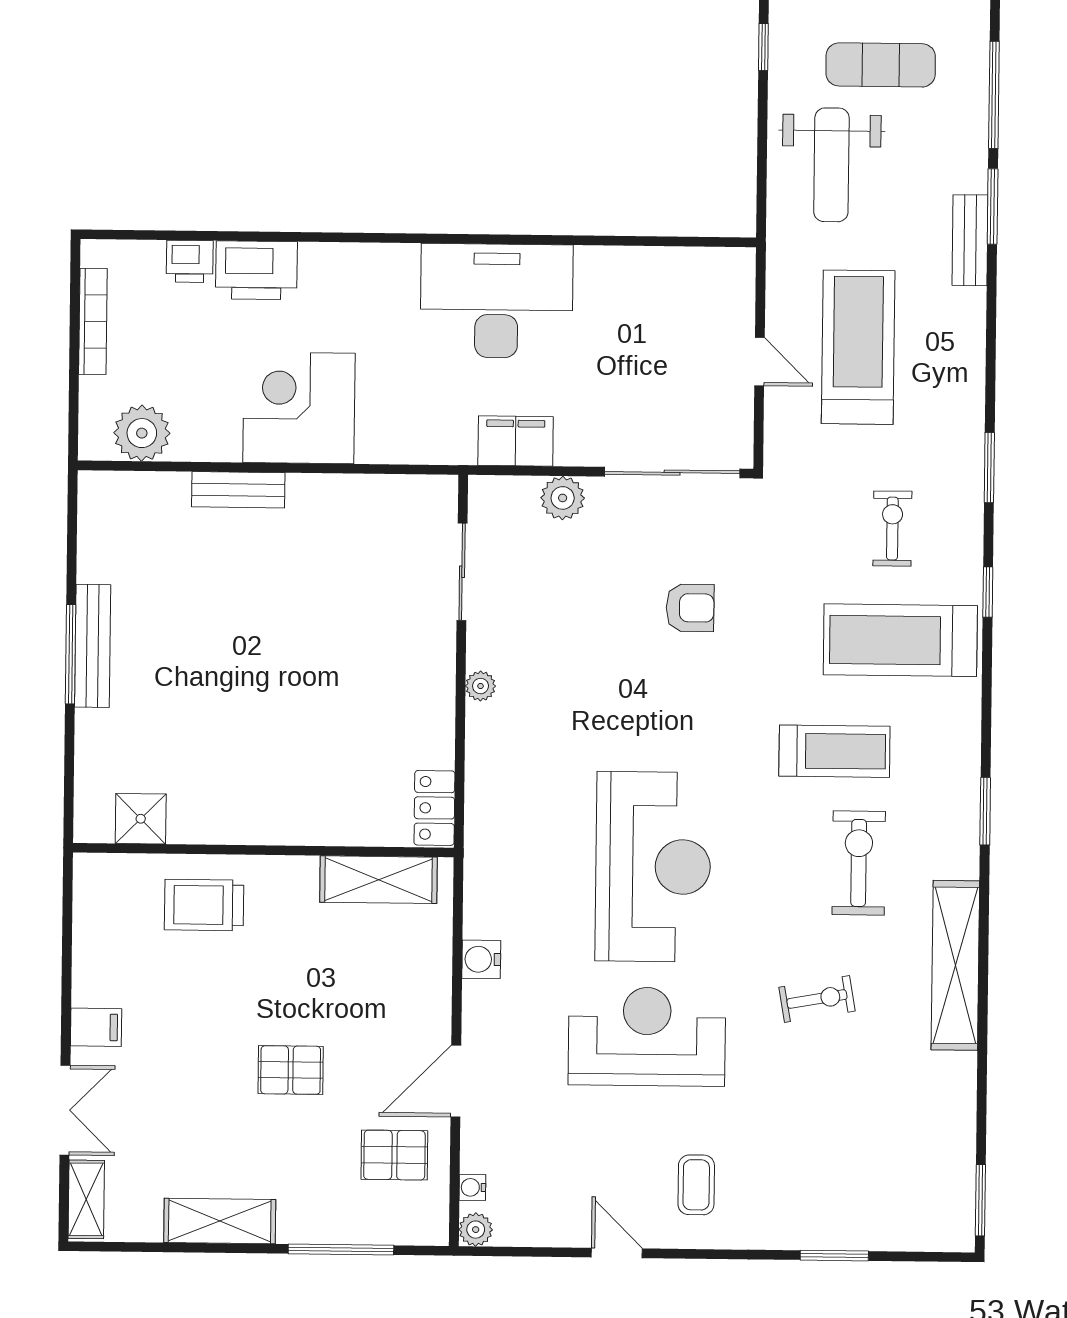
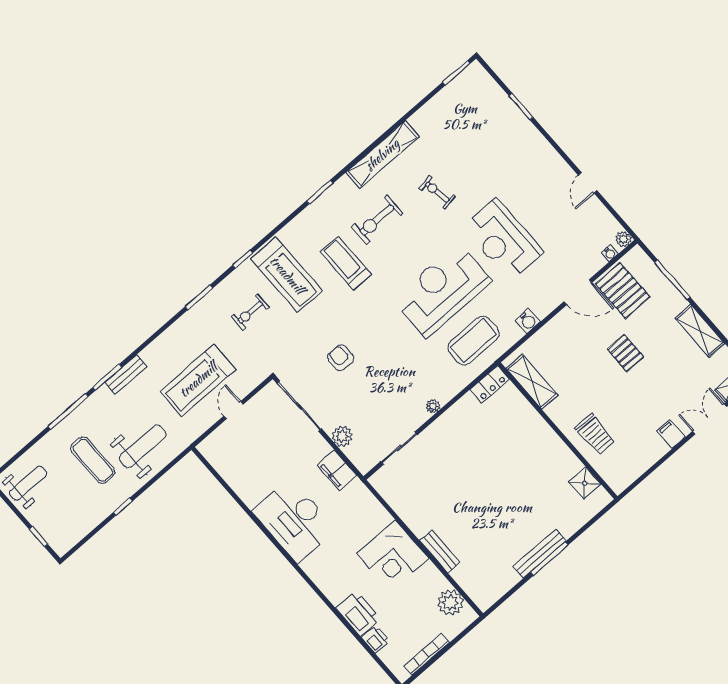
pallet: (394, 1155) -> (623, 290), width x1.50, depth x1.42
coffee table: (696, 1185) -> (473, 341), moved, width x1.86, depth x1.72

